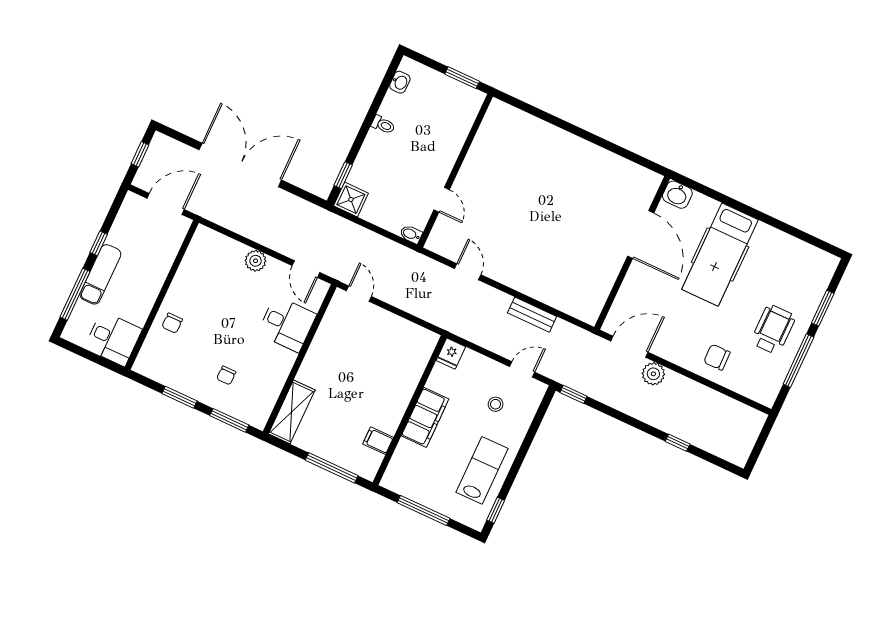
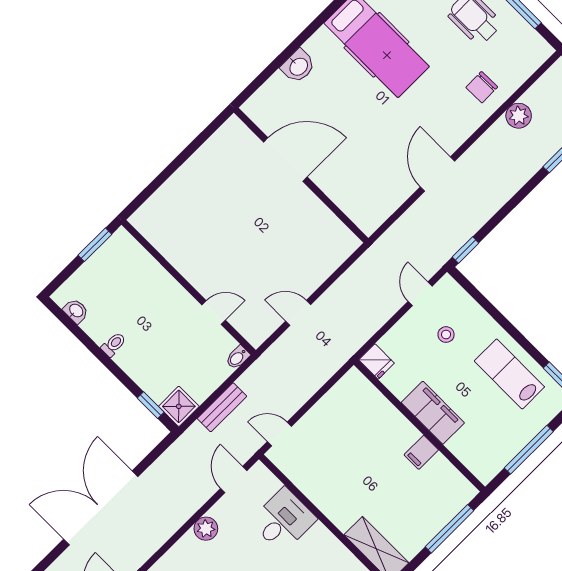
door: (641, 235) -> (285, 160), moved
wall: (632, 253) -> (301, 175), moved
door: (306, 269) -> (234, 480), swing flipped
bench: (532, 315) -> (222, 407), moved
plant: (653, 374) -> (519, 116), moved
filing cabinet: (378, 441) -> (421, 452), moved

